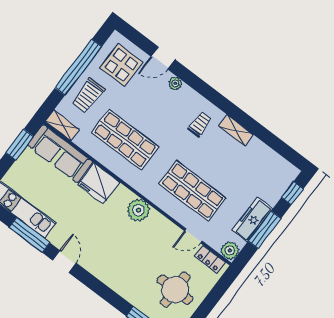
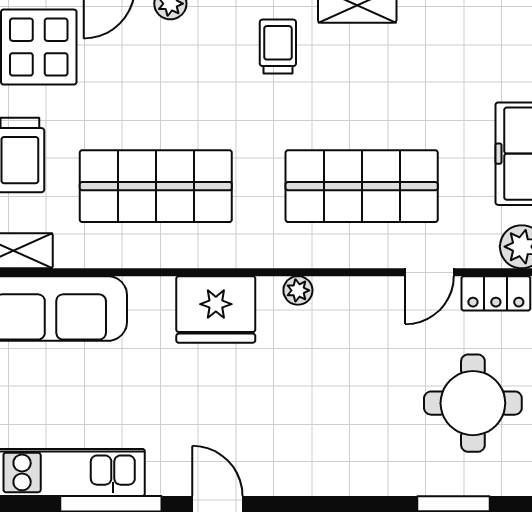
fridge: (99, 183) -> (216, 309), moved
plant: (138, 210) -> (298, 290), width x0.53, depth x0.53

